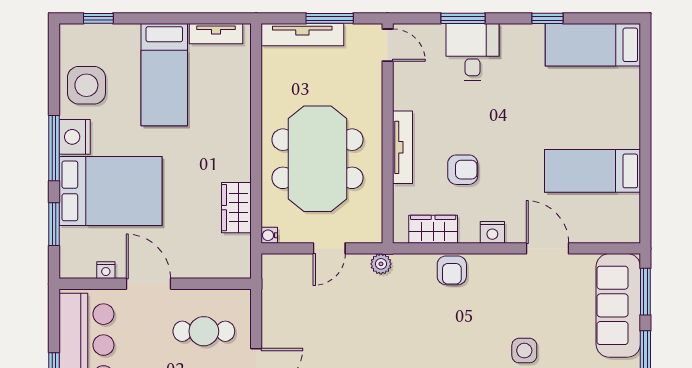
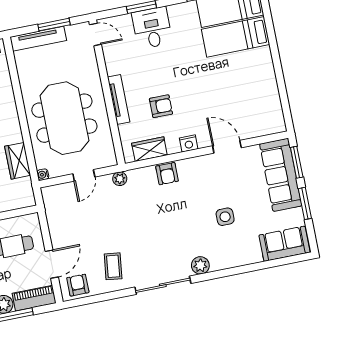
bed: (592, 171) -> (236, 37), moved

